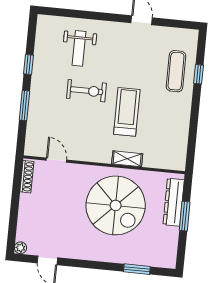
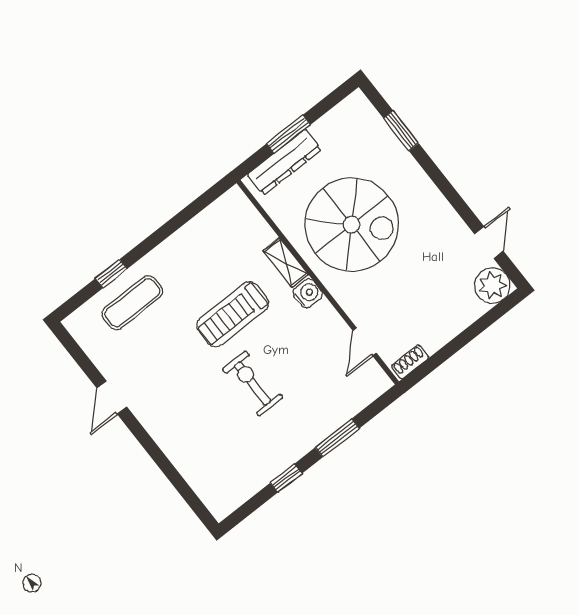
weight bench: (79, 48) -> (212, 438), removed
water cooler: (103, 155) -> (308, 293), added
shoe rack: (27, 177) -> (410, 362), width x0.70
spiral stairs: (116, 205) -> (352, 225), turned 90
plant: (20, 248) -> (492, 285), width x1.88, depth x1.88

